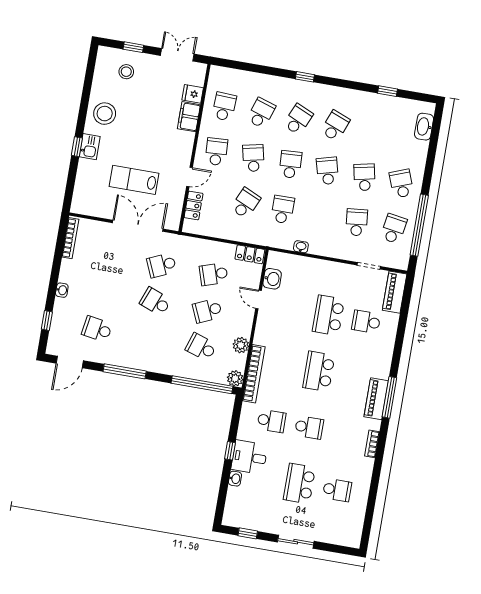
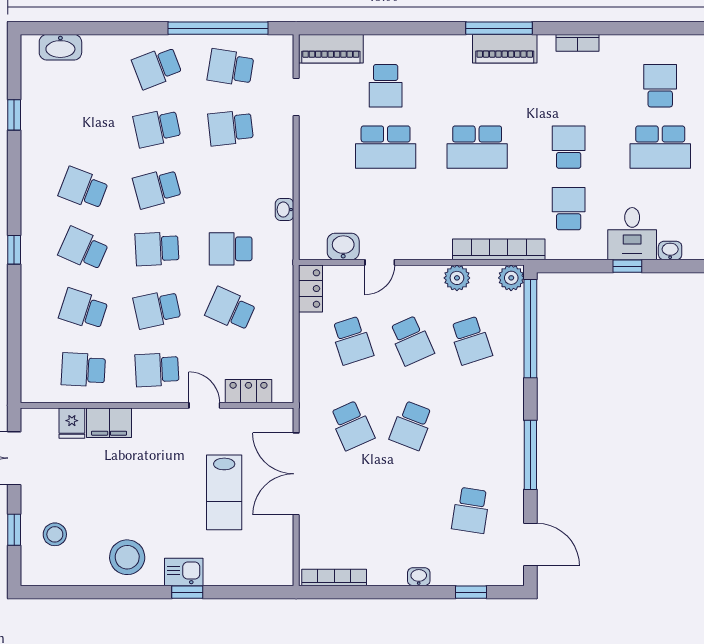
school desk: (201, 347) -> (471, 340), turned -36

